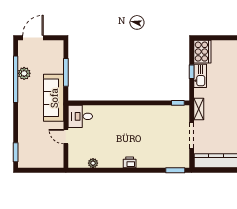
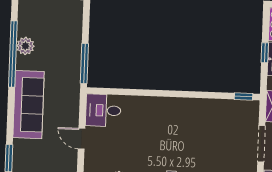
window: (66, 72) -> (84, 63), moved
sofa: (54, 98) -> (29, 105), moved, turned 180

